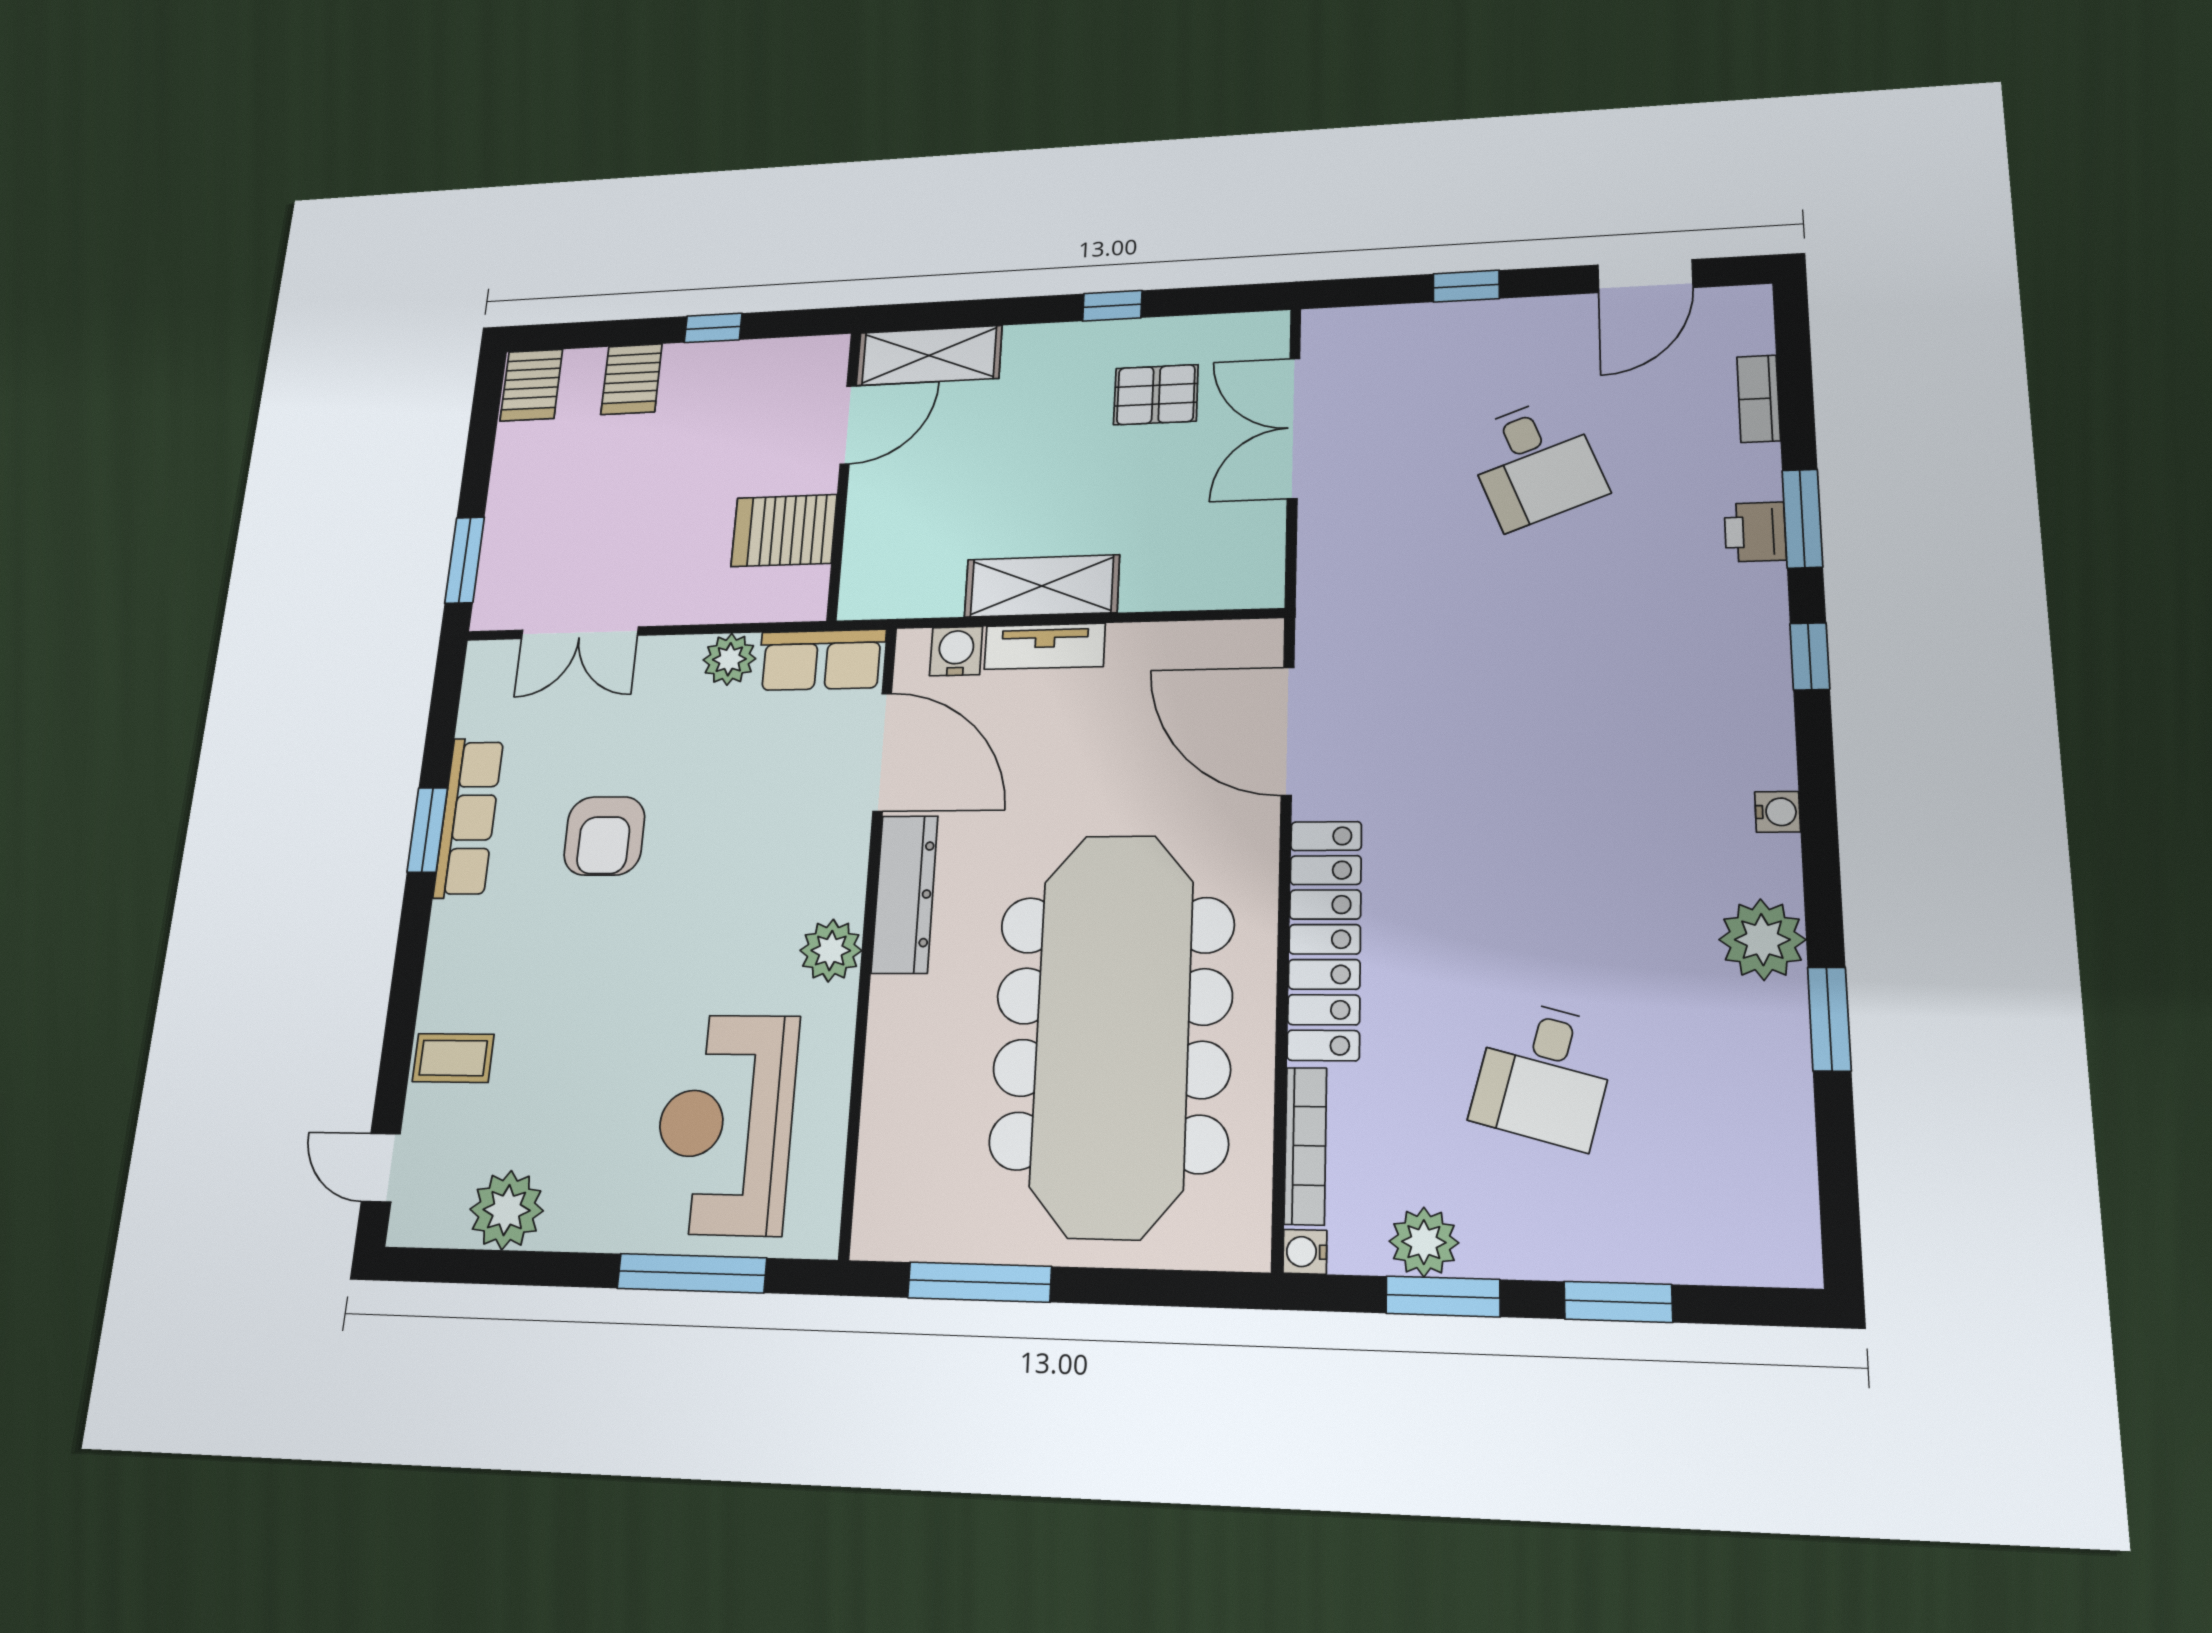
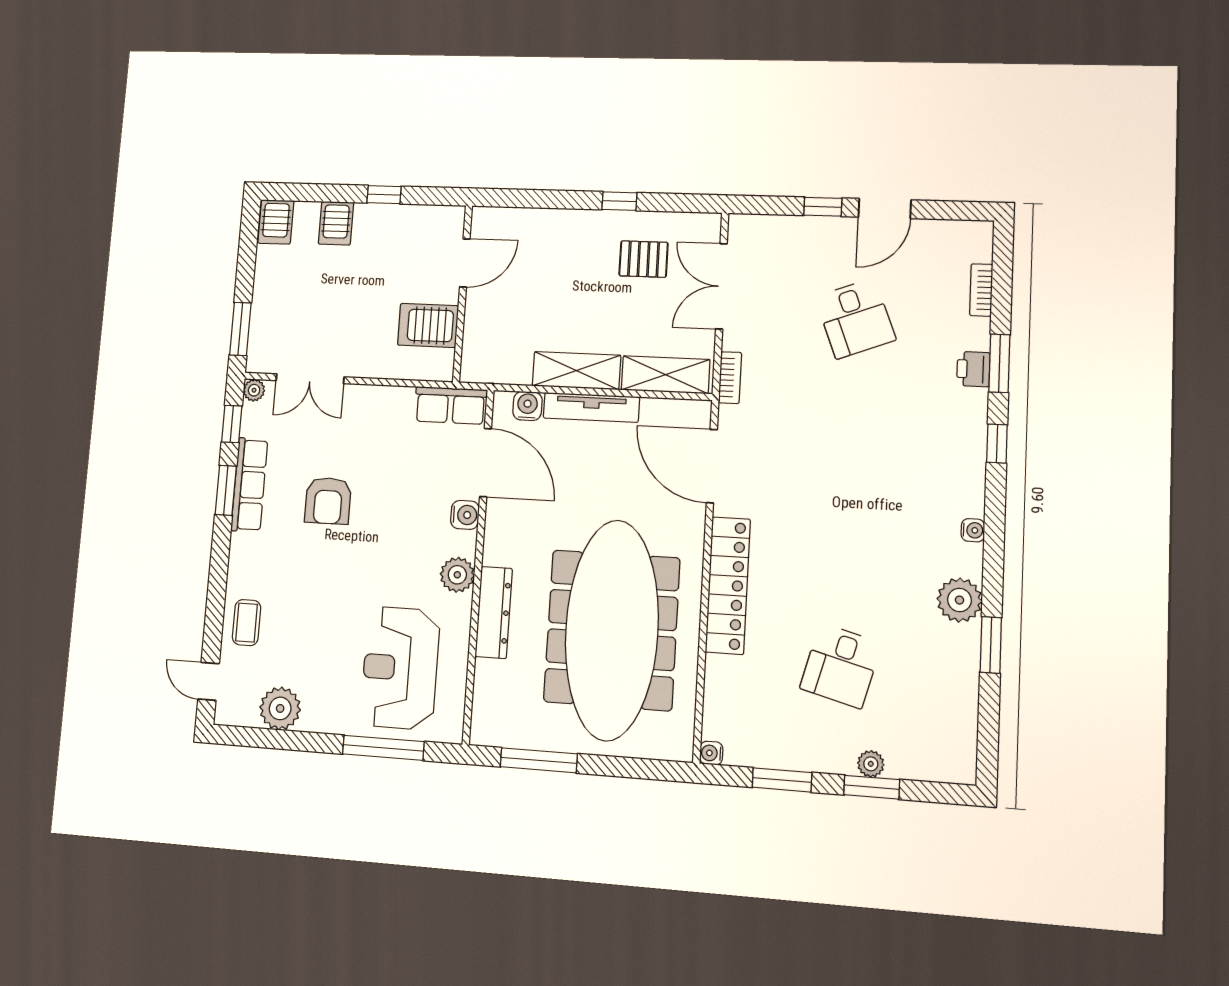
door: (1645, 276) -> (885, 208), moved
shelving: (929, 356) -> (666, 375), moved
tv unit: (1045, 646) -> (591, 407), width x1.41
plant: (729, 659) -> (254, 390), moved, width x0.73, depth x0.73
window: (443, 717) -> (232, 424), added
water cooler: (845, 845) -> (465, 515), added
dresser: (905, 894) -> (494, 612), moved
coffee table: (453, 1058) -> (247, 623), turned 90
bookcase: (1305, 1146) -> (730, 378), moved, width x0.64
plant: (1424, 1242) -> (871, 764), moved, width x0.73, depth x0.73

